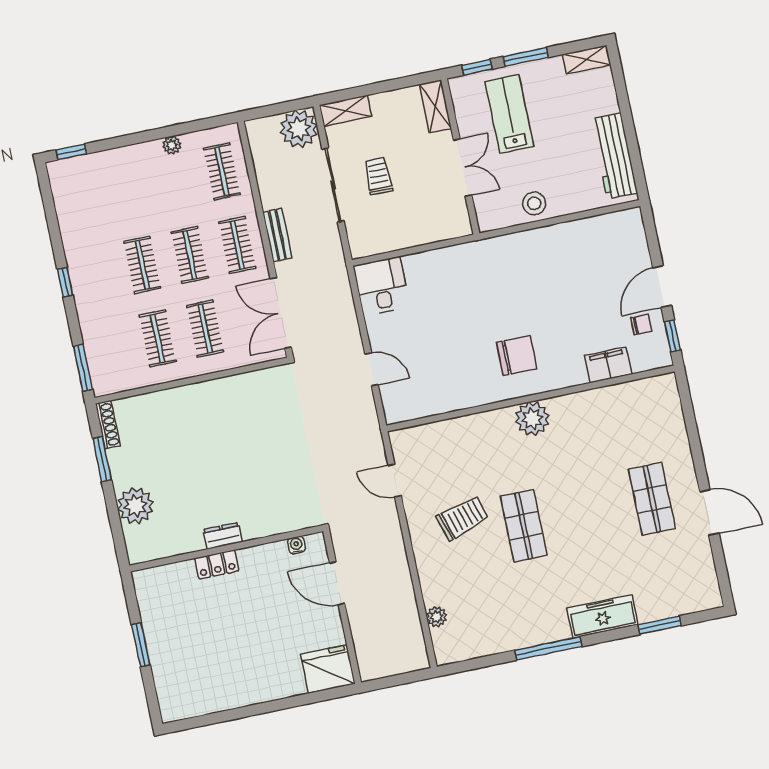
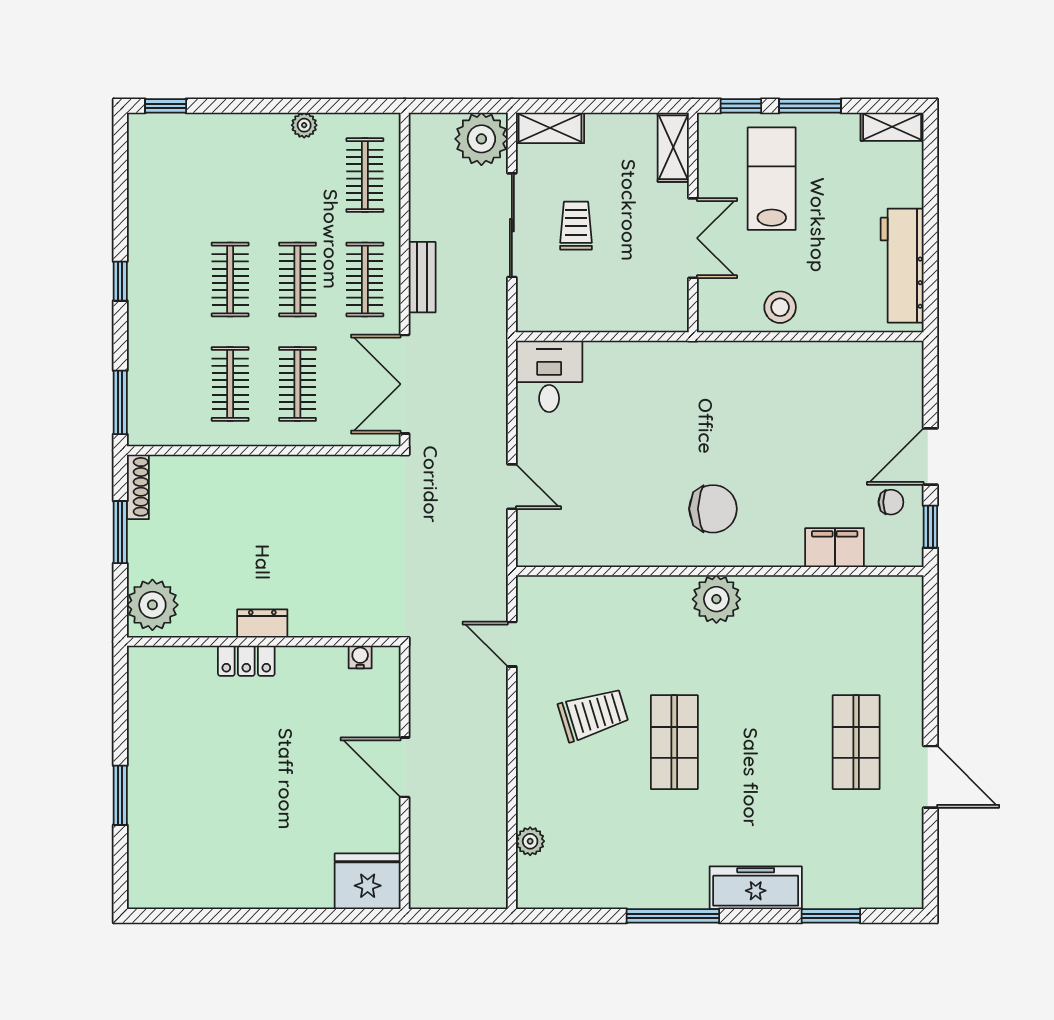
dresser: (223, 536) -> (262, 623), moved
water cooler: (296, 545) -> (360, 657), moved
wall: (226, 548) -> (264, 642), moved
locker: (217, 564) -> (246, 661), moved

